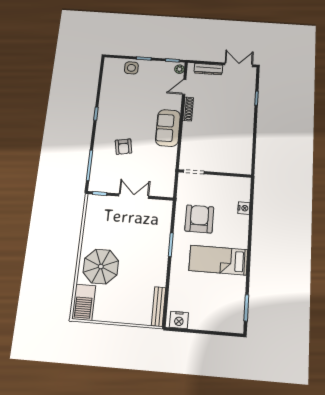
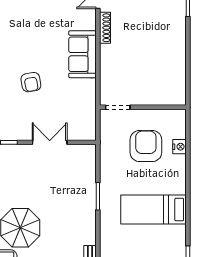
armchair: (199, 219) -> (146, 146), moved

